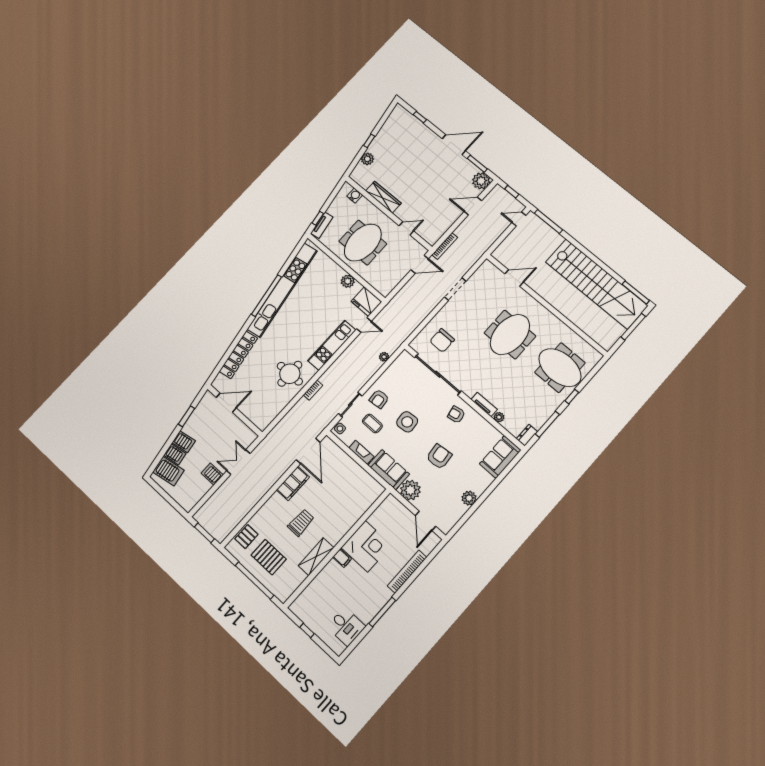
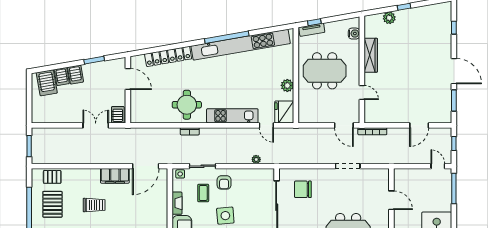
plant: (481, 181) -> (443, 115), removed
door: (473, 206) -> (419, 125), swing flipped
armchair: (379, 399) -> (224, 182), turned -85
server rack: (212, 474) -> (118, 115), moved

